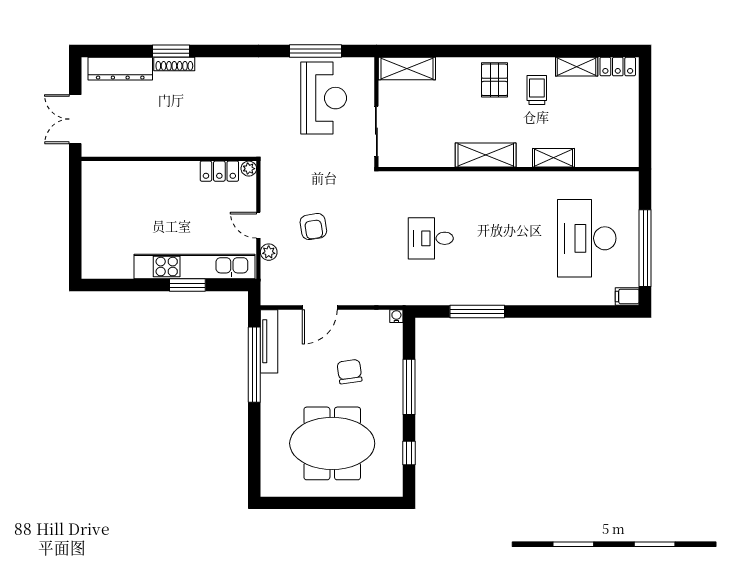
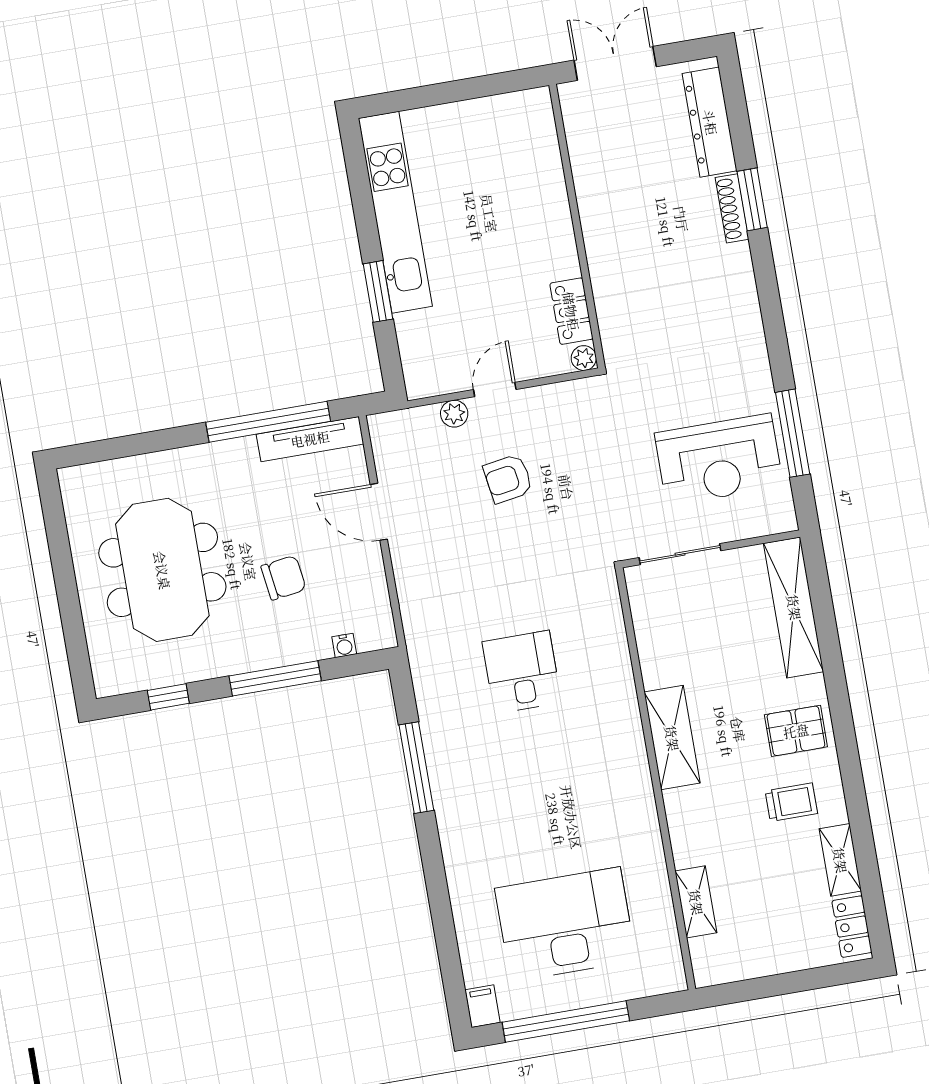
shelving: (407, 69) -> (794, 607), width x1.47
shelving: (553, 158) -> (696, 902), moved
kitchen unit: (194, 267) -> (395, 212), moved
water cooler: (396, 316) -> (344, 645), moved, turned 90

